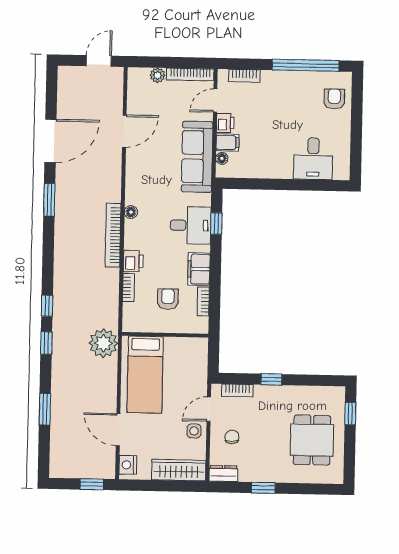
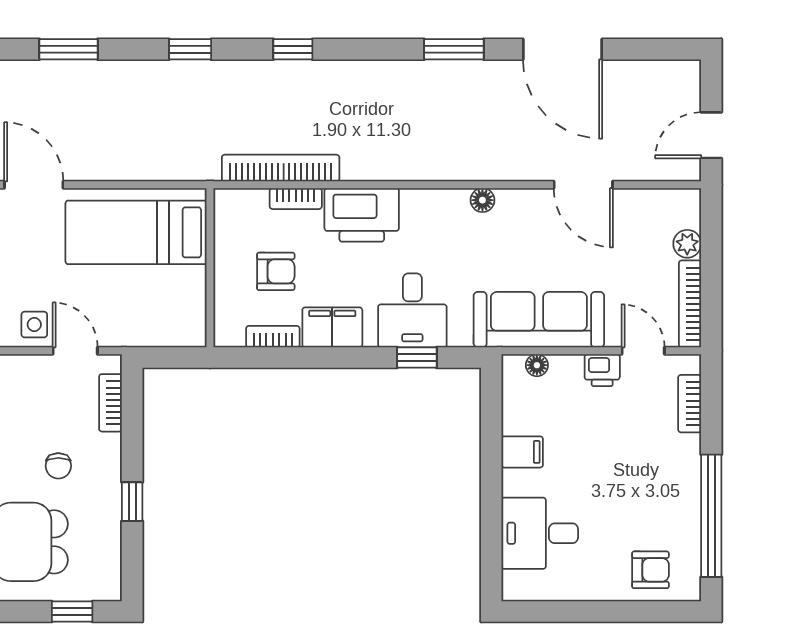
door: (99, 61) -> (711, 135), swing flipped
filing cabinet: (227, 142) -> (522, 452), moved, turned -90
floor lamp: (131, 212) -> (482, 200), moved
bookcase: (113, 235) -> (281, 168), moved
printer: (133, 261) -> (362, 215), width x1.87, depth x1.48
window: (47, 306) -> (293, 49), moved
plant: (103, 343) -> (192, 155), removed
window: (271, 379) -> (132, 502), moved
door: (118, 430) -> (34, 185), hinge flipped
chair: (232, 437) -> (58, 466), moved, turned 90

